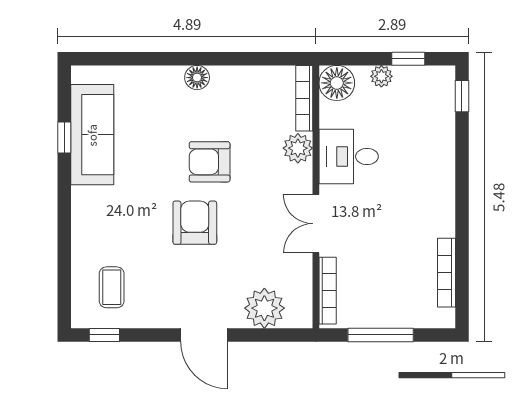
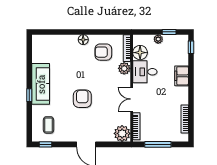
floor lamp: (337, 83) -> (140, 53), moved
sofa: (92, 135) -> (41, 84), moved
window: (64, 138) -> (29, 95), moved
armchair: (210, 162) -> (103, 52), moved
filing cabinet: (439, 166) -> (182, 76), added
plant: (264, 308) -> (122, 133), moved

